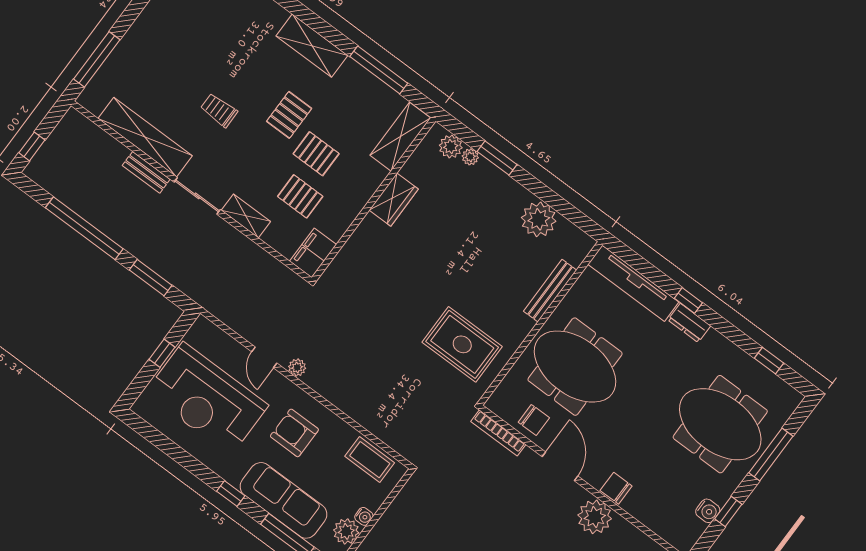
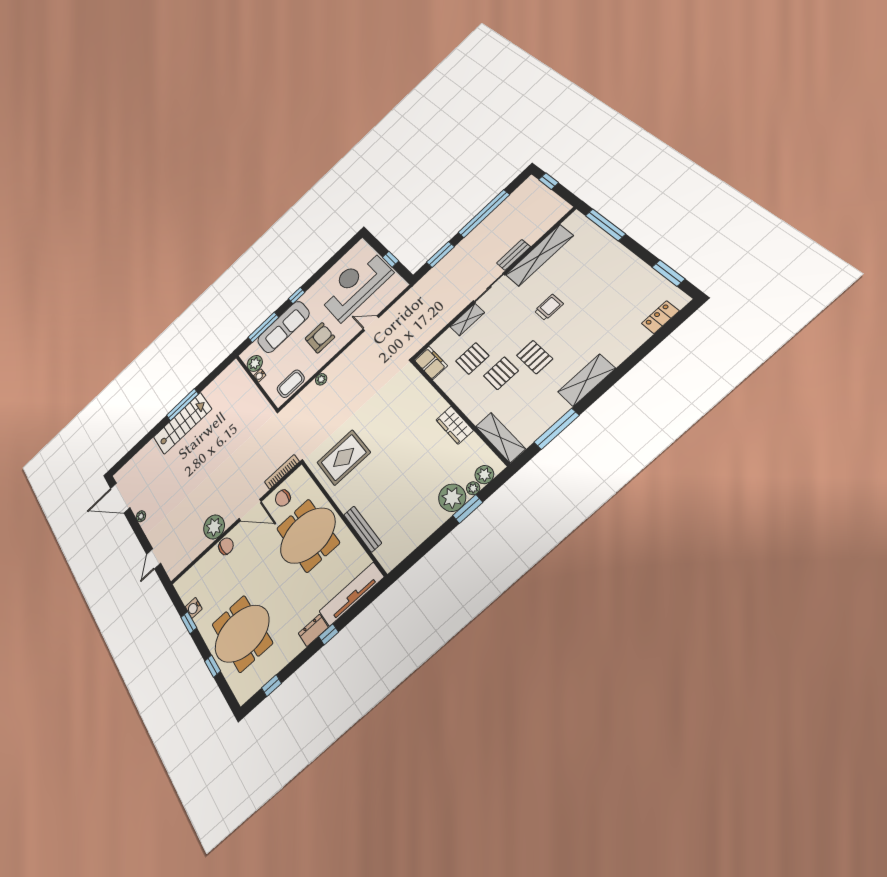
plant: (539, 219) -> (452, 498), moved
plant: (297, 367) -> (321, 379), moved
window: (771, 455) -> (213, 666), width x0.46

